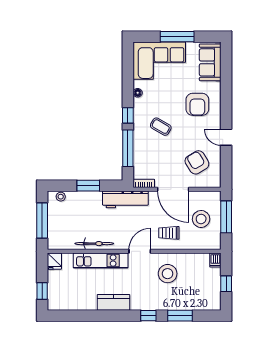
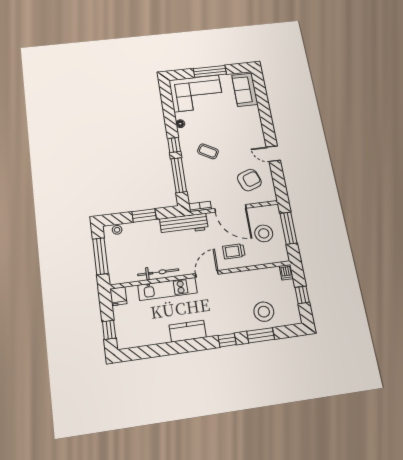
armchair: (197, 104) -> (240, 127), removed
armchair: (197, 162) -> (249, 180), turned 101
stool: (168, 274) -> (264, 312), moved

